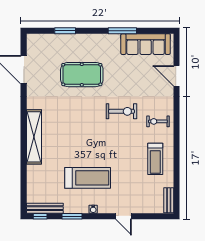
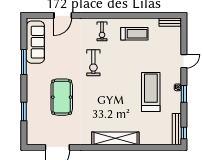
exercise bike: (122, 111) -> (93, 63), turned 180
window: (72, 216) -> (184, 94), moved

